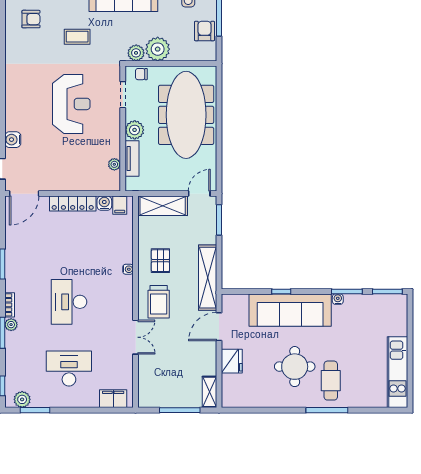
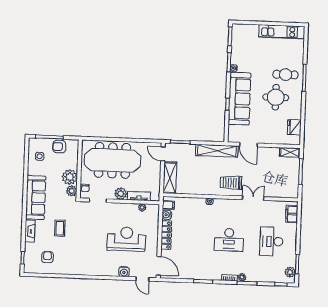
reception desk: (71, 104) -> (126, 239), moved
pallet: (160, 261) -> (205, 180), removed
trolley: (159, 302) -> (231, 183), turned 180
fridge: (232, 361) -> (294, 127), moved, turned -90

